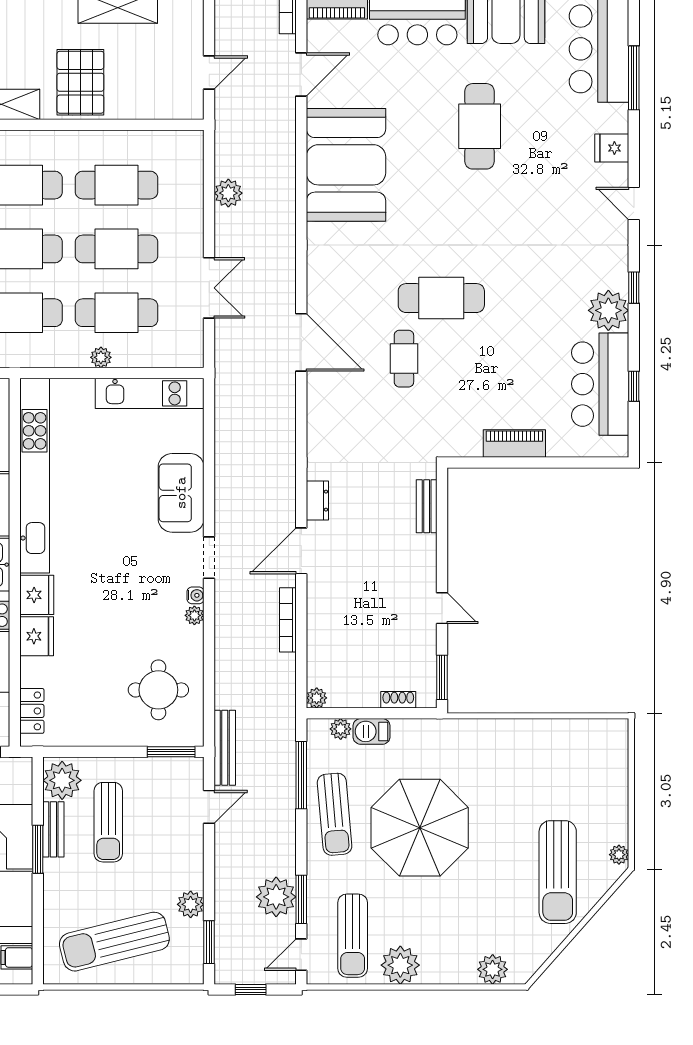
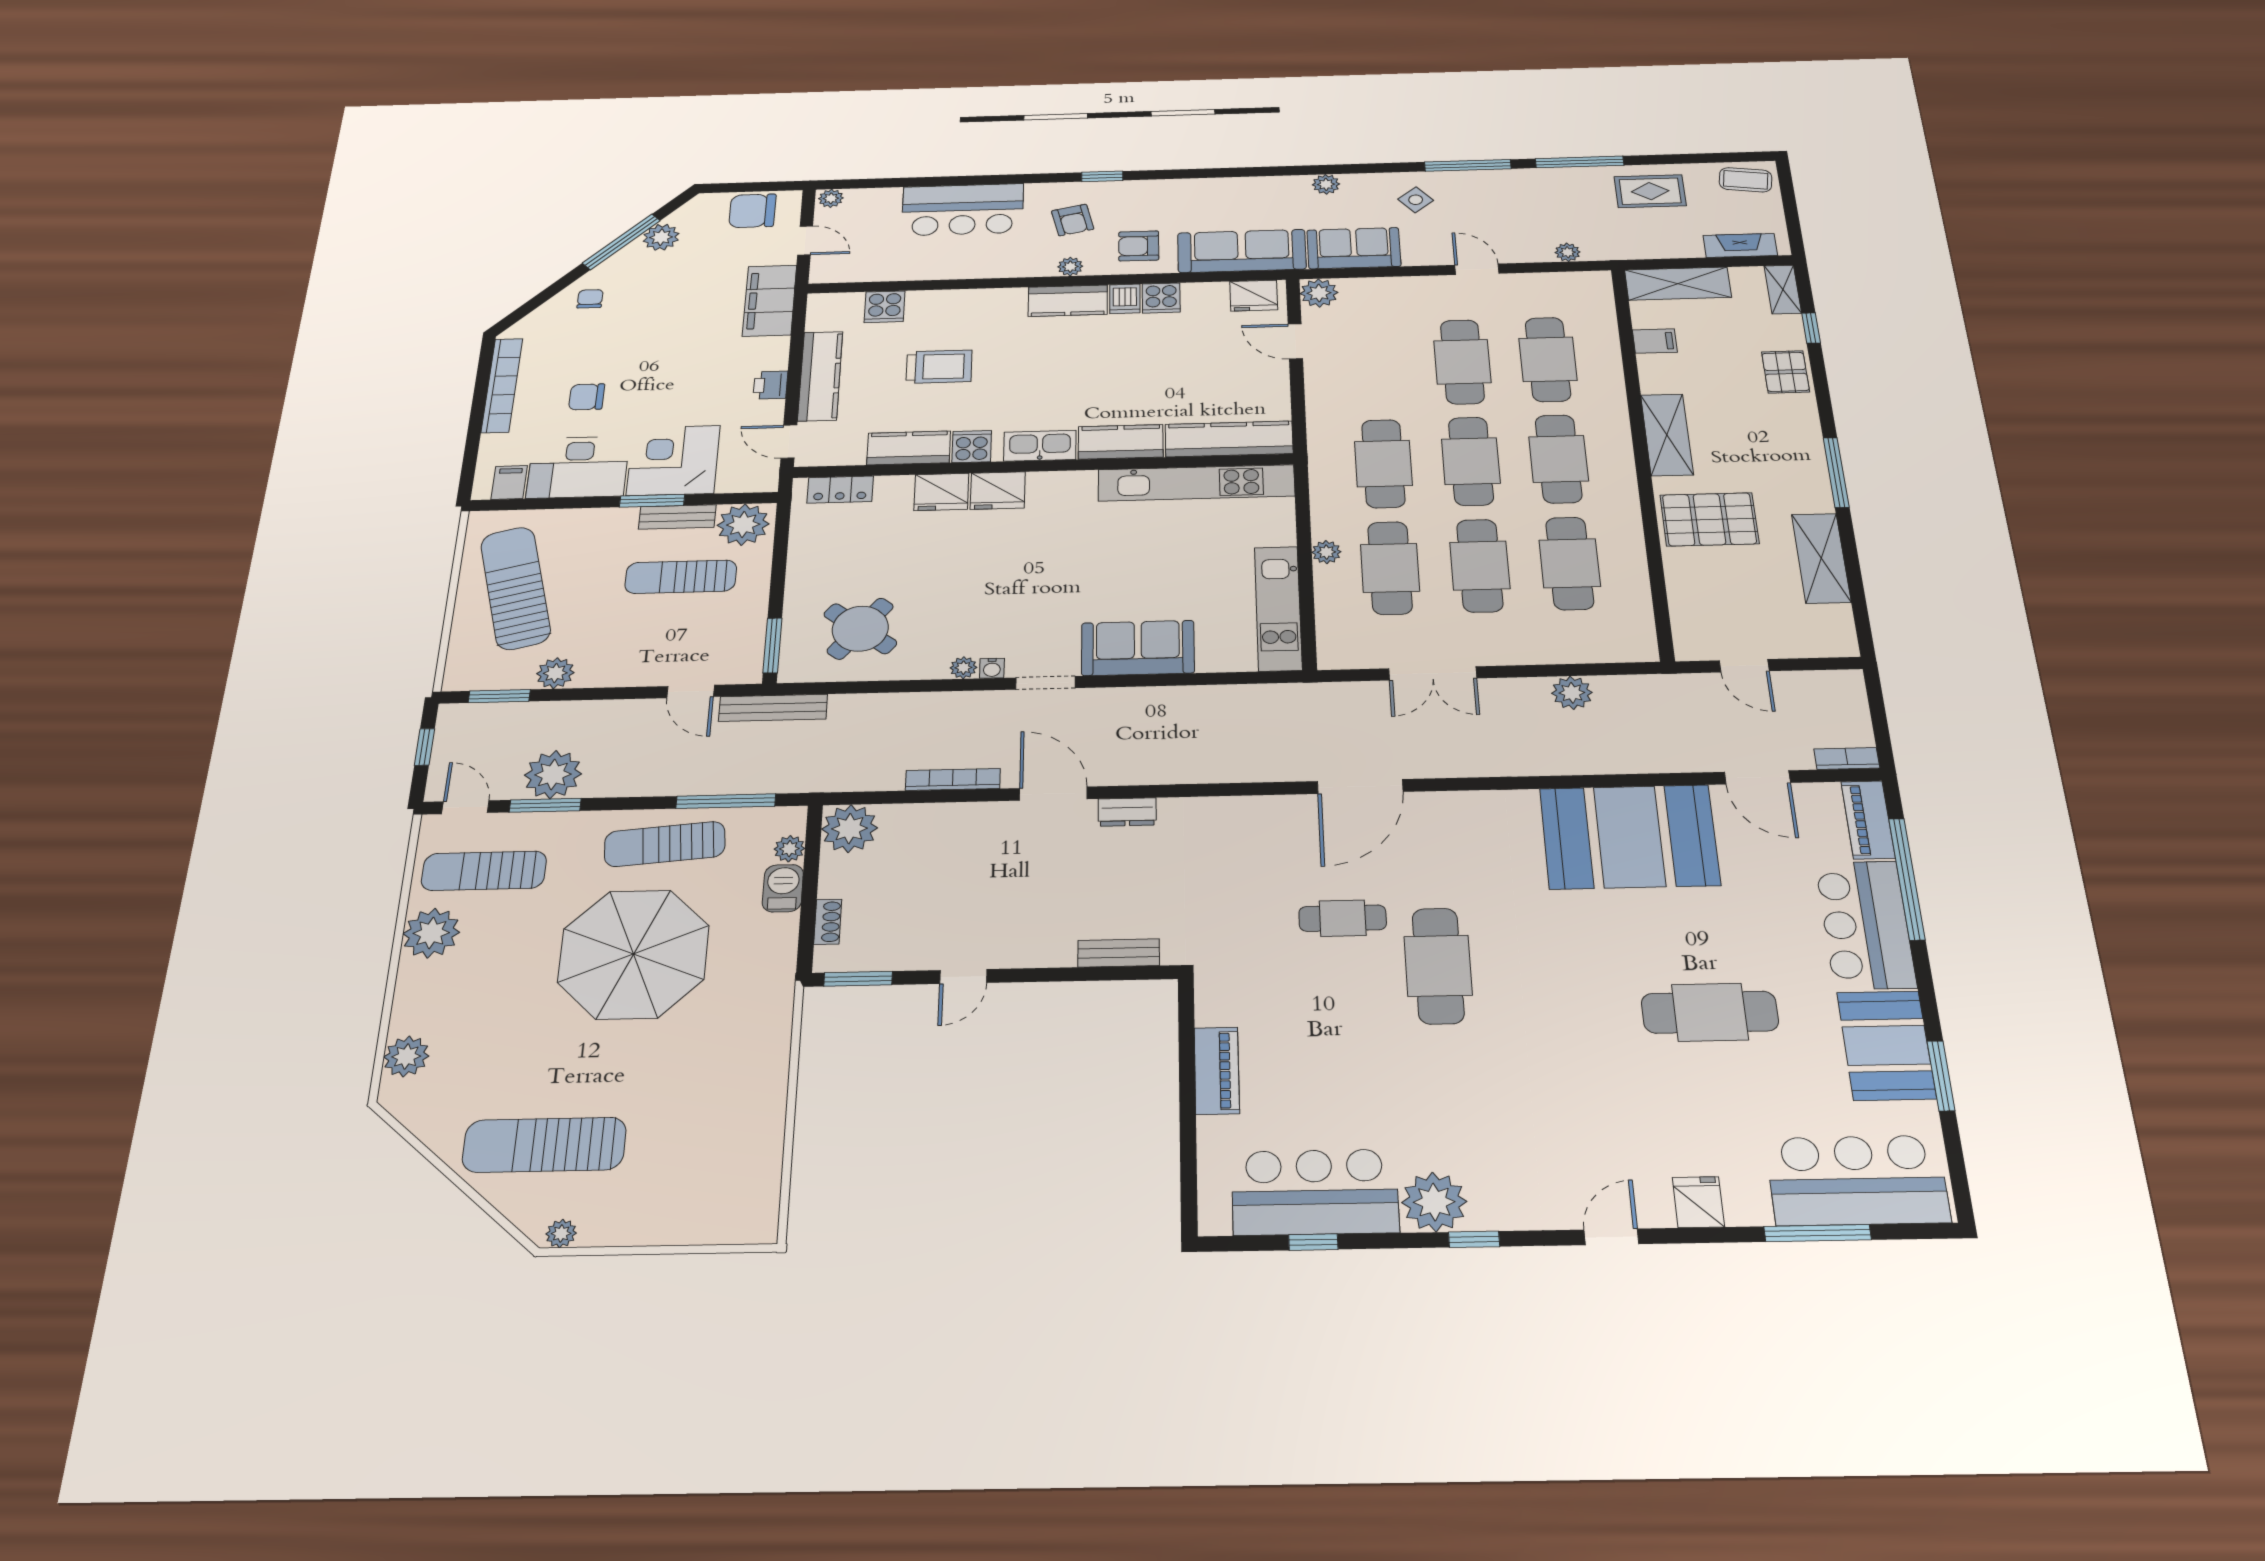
kitchen unit: (35, 476) -> (1196, 483), width x0.73
round table: (158, 690) -> (860, 629), turned 38
plant: (317, 698) -> (850, 829), width x1.87, depth x1.87

